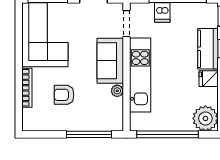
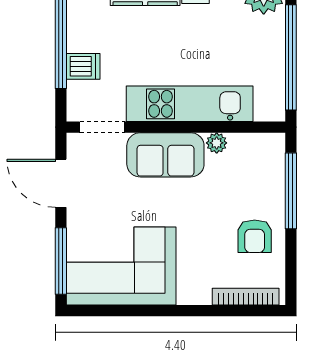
bookcase: (27, 88) -> (246, 297), moved
armchair: (64, 95) -> (255, 236), moved

